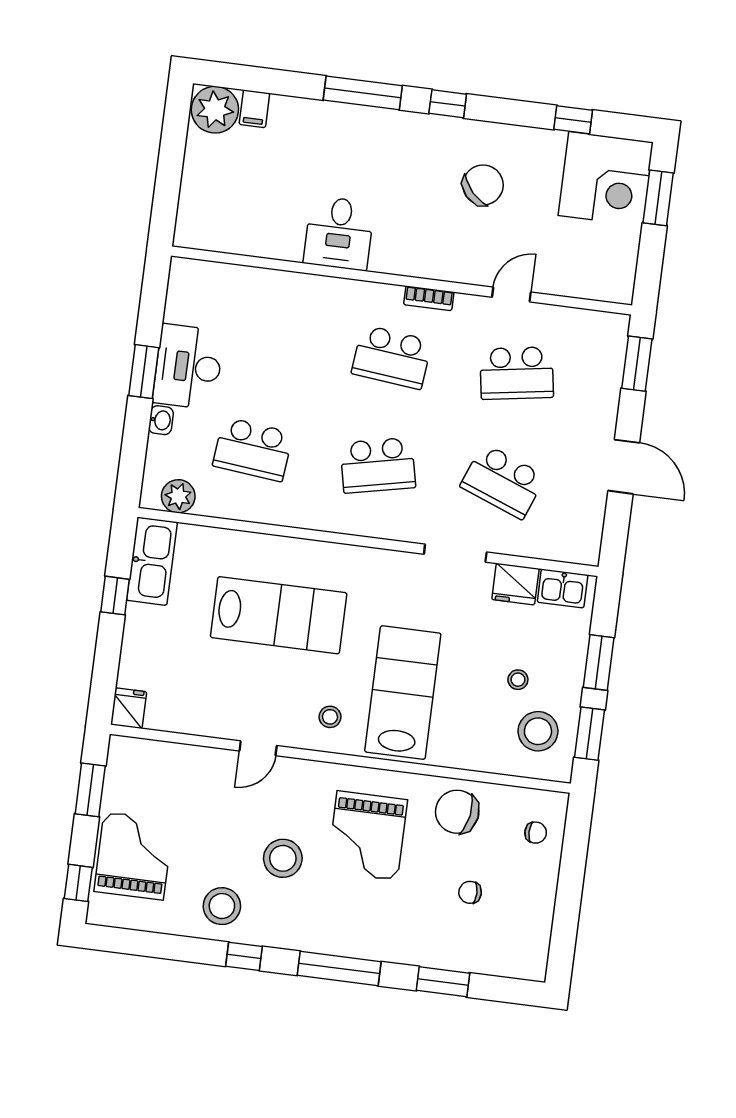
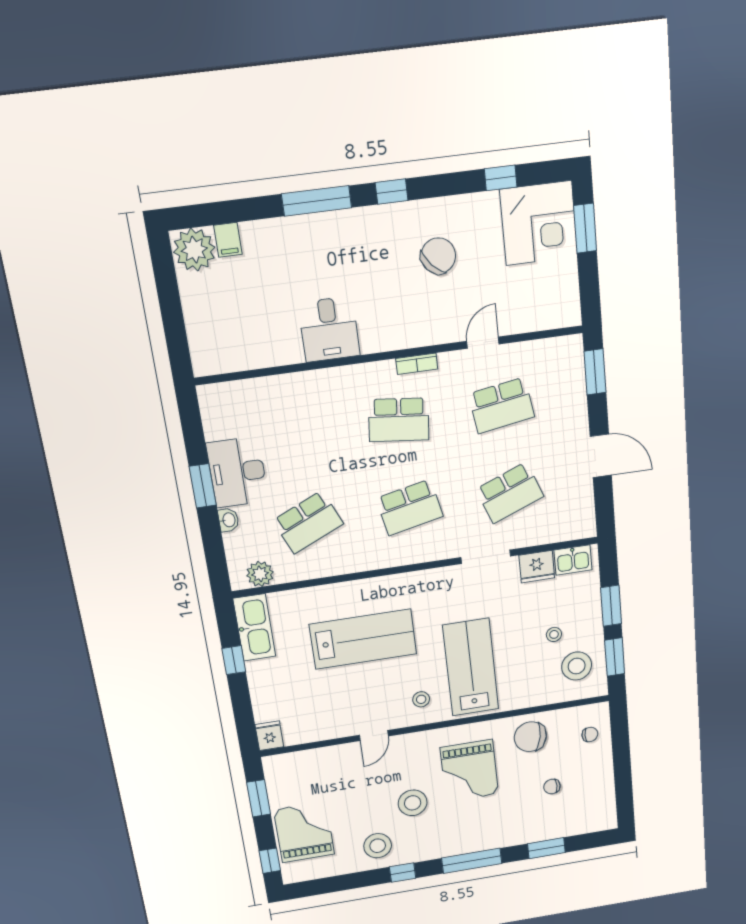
school desk: (253, 449) -> (308, 522), turned -30
school desk: (503, 481) -> (510, 493), turned -42

